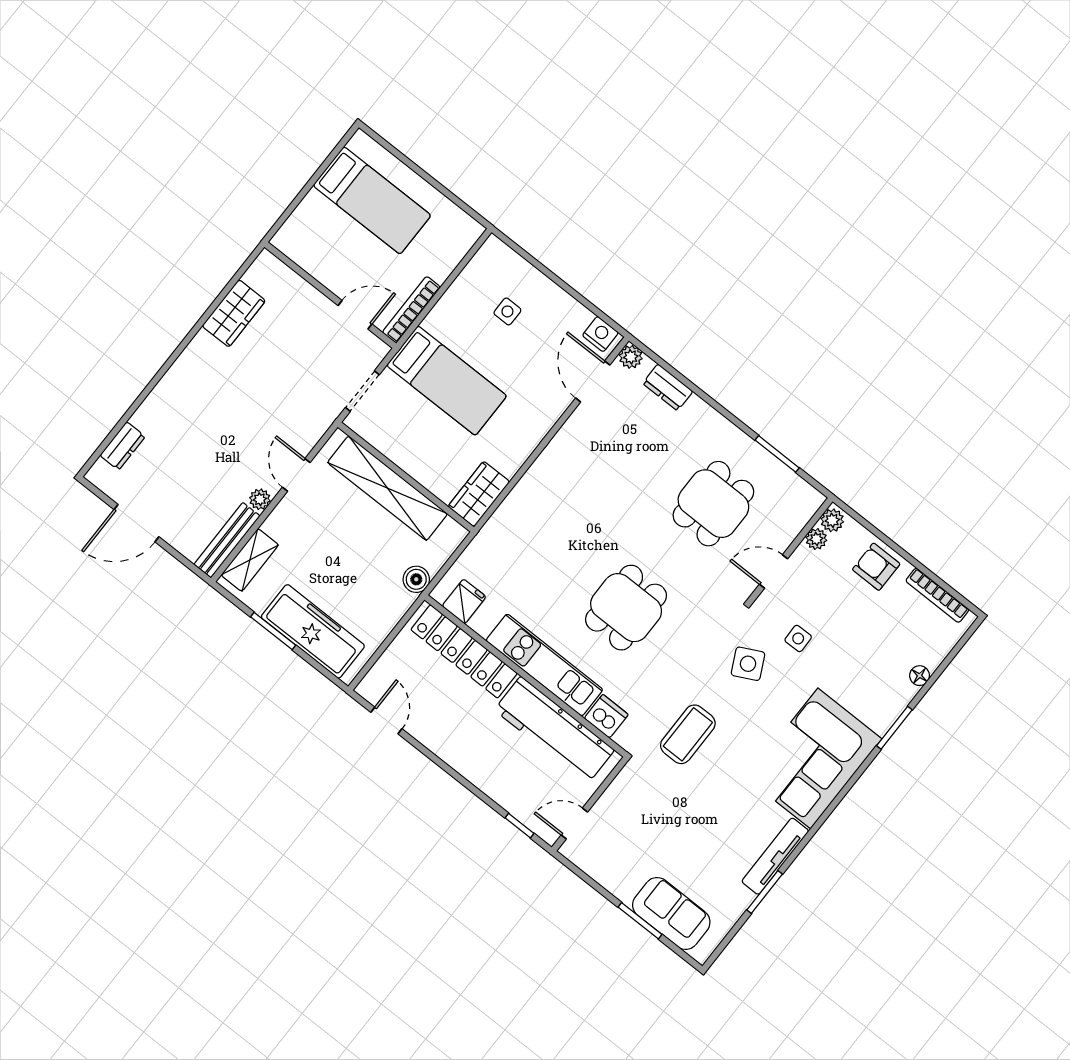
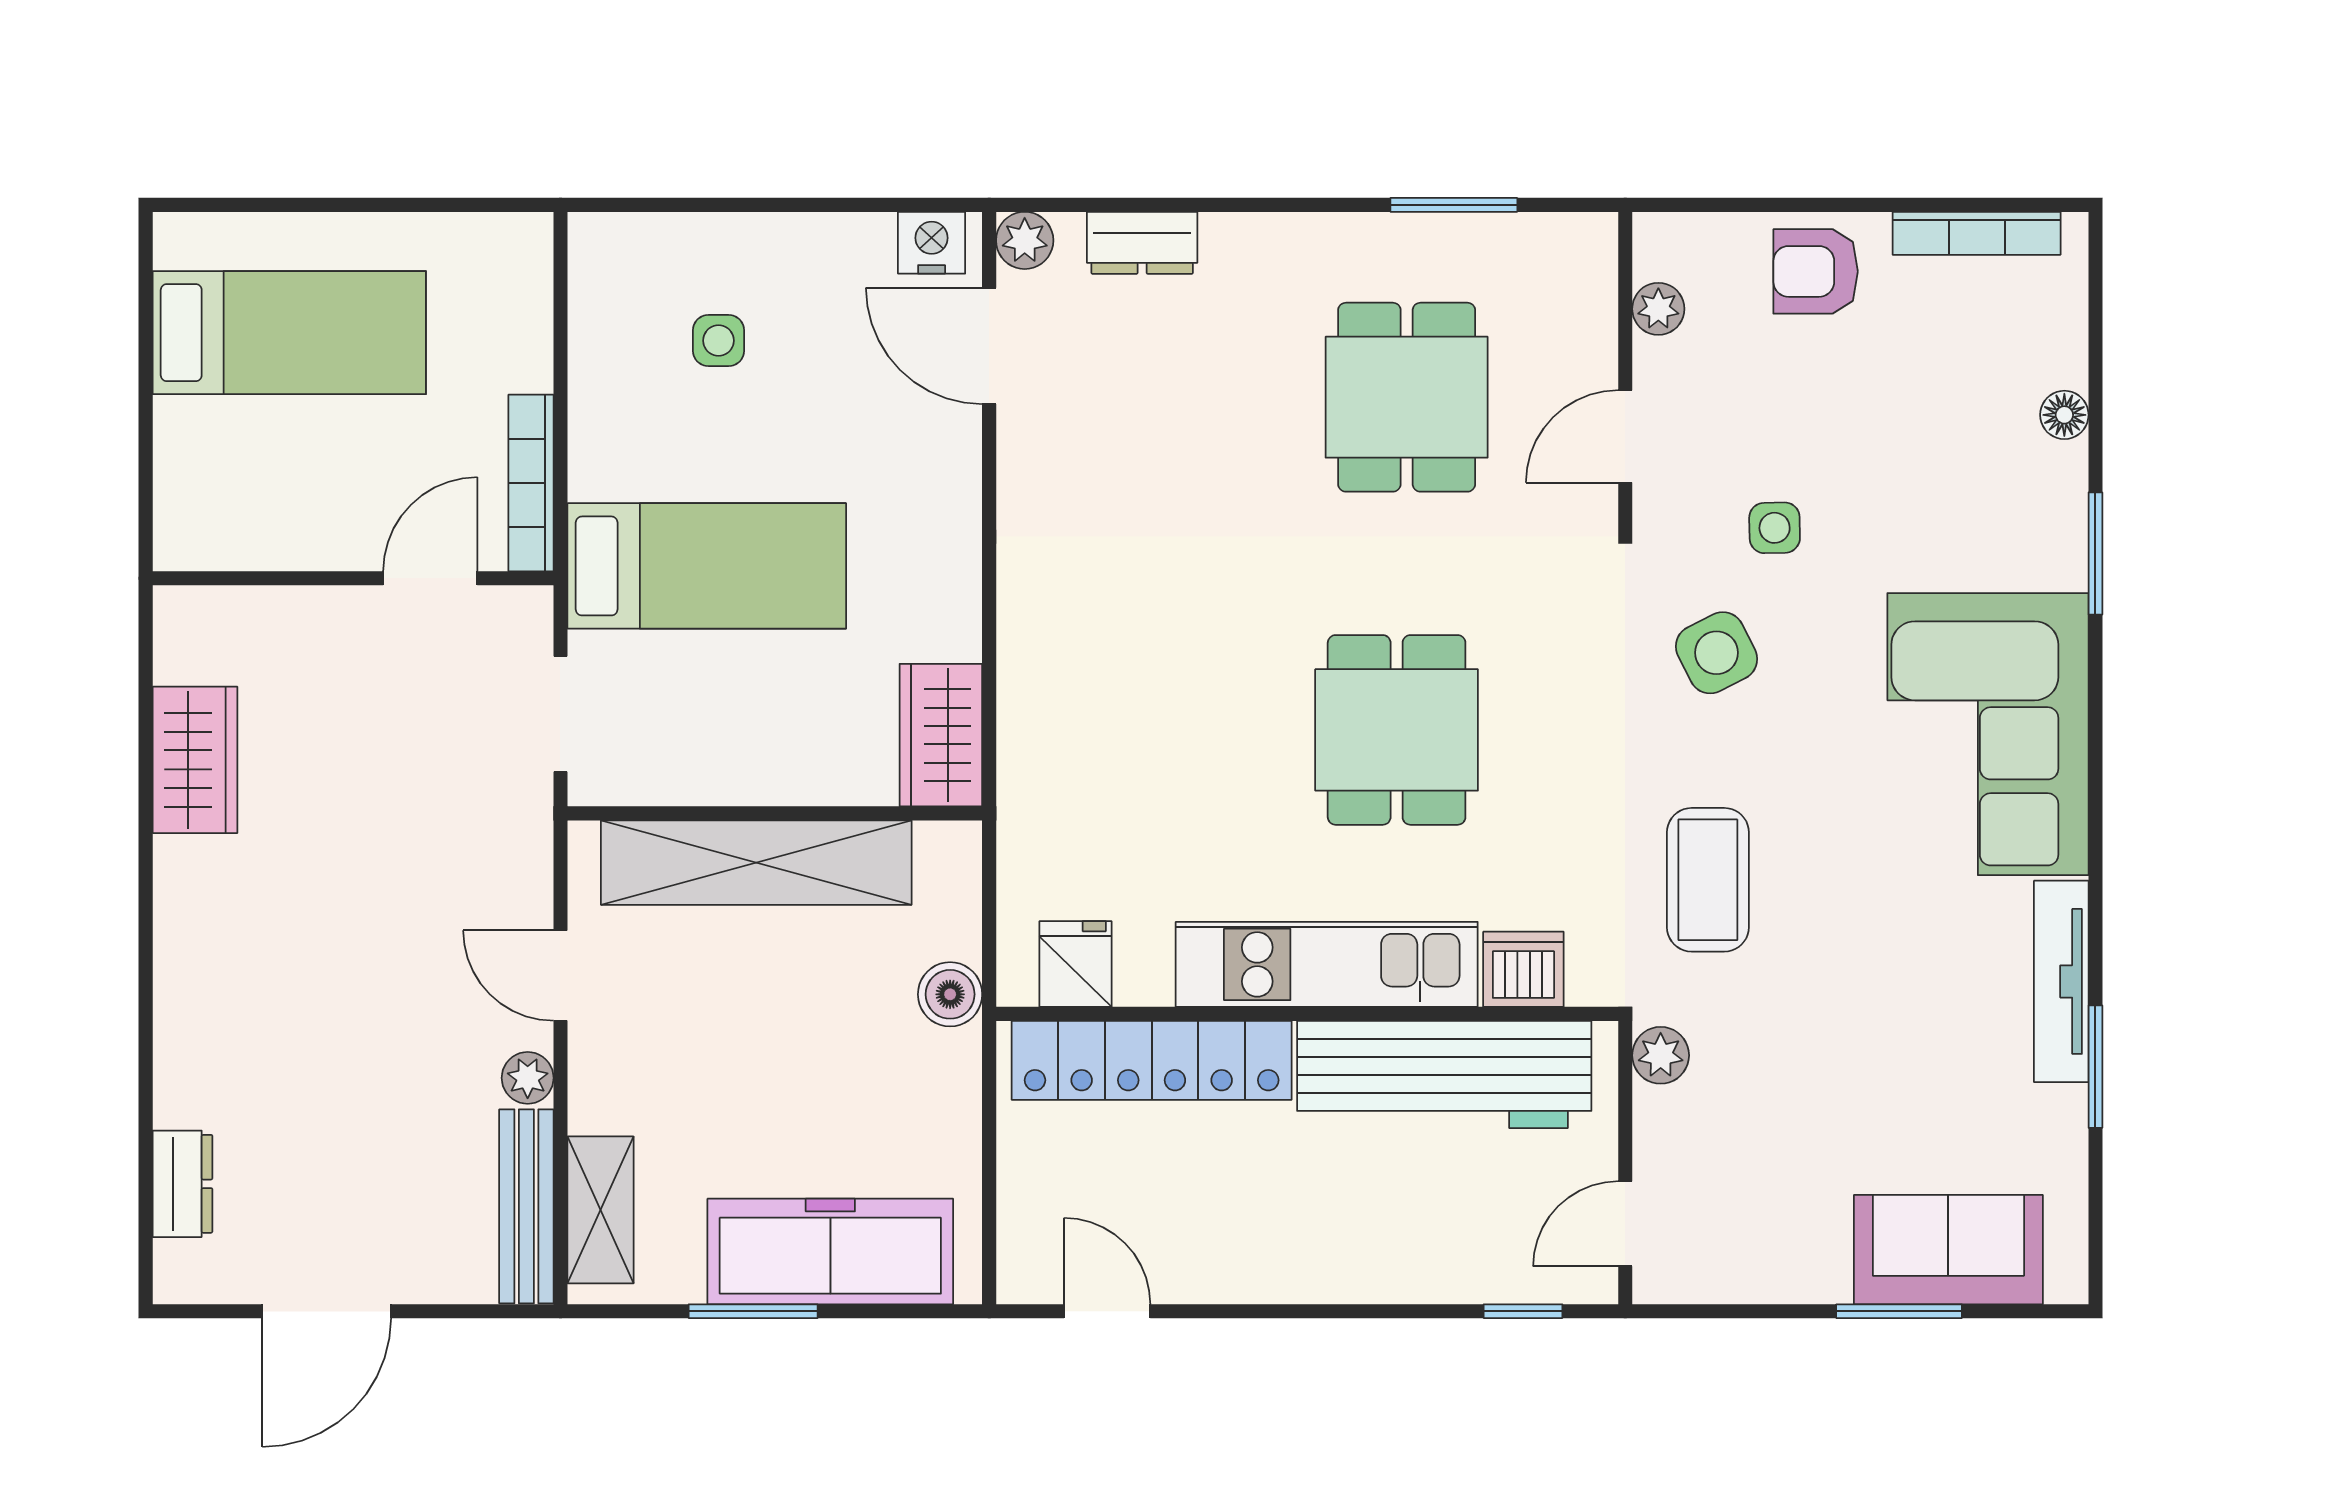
plant: (832, 520) -> (1661, 1055), moved

